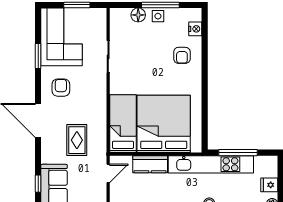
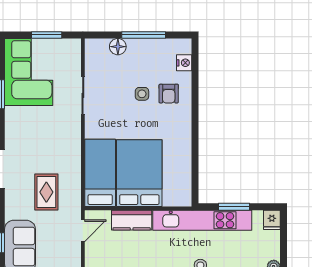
side table: (158, 16) -> (142, 94), moved
armchair: (61, 88) -> (28, 131), removed
bed: (164, 124) -> (139, 173), width x0.73
window: (238, 153) -> (234, 207), width x0.69
fridge: (269, 185) -> (272, 220), moved, turned -90

